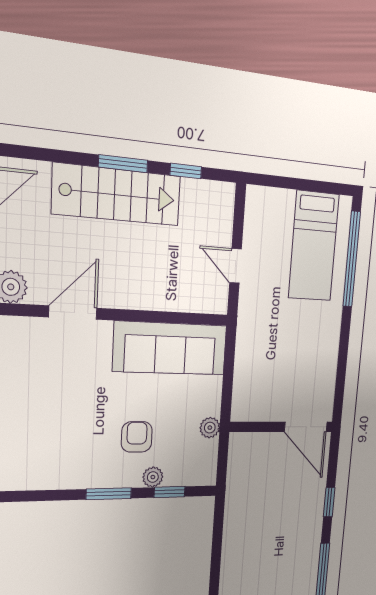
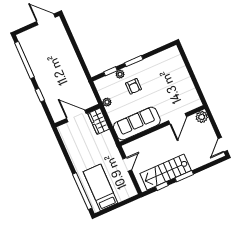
stairs: (117, 195) -> (166, 172), moved
door: (236, 266) -> (127, 164), hinge flipped
wardrobe: (247, 394) -> (99, 121), added
door: (306, 427) -> (76, 116), moved

